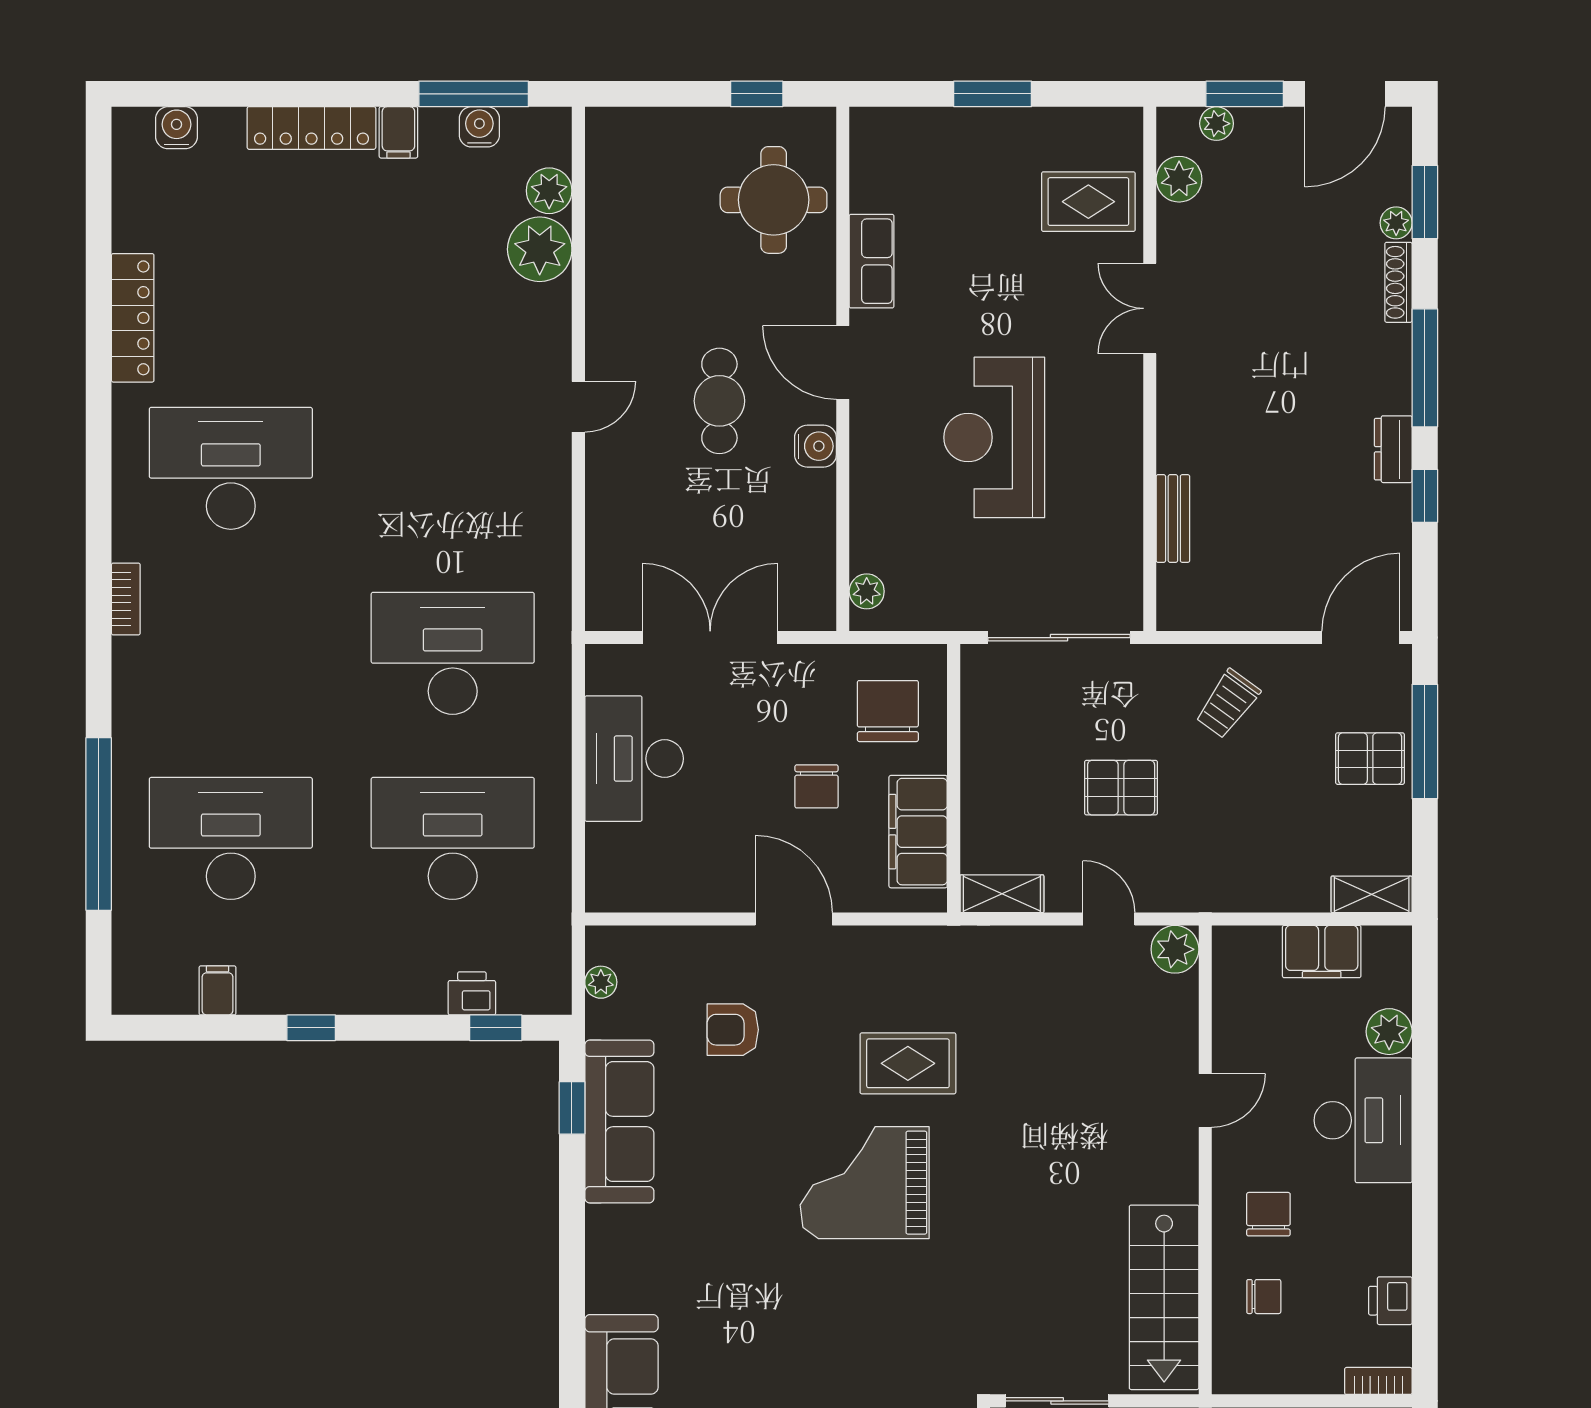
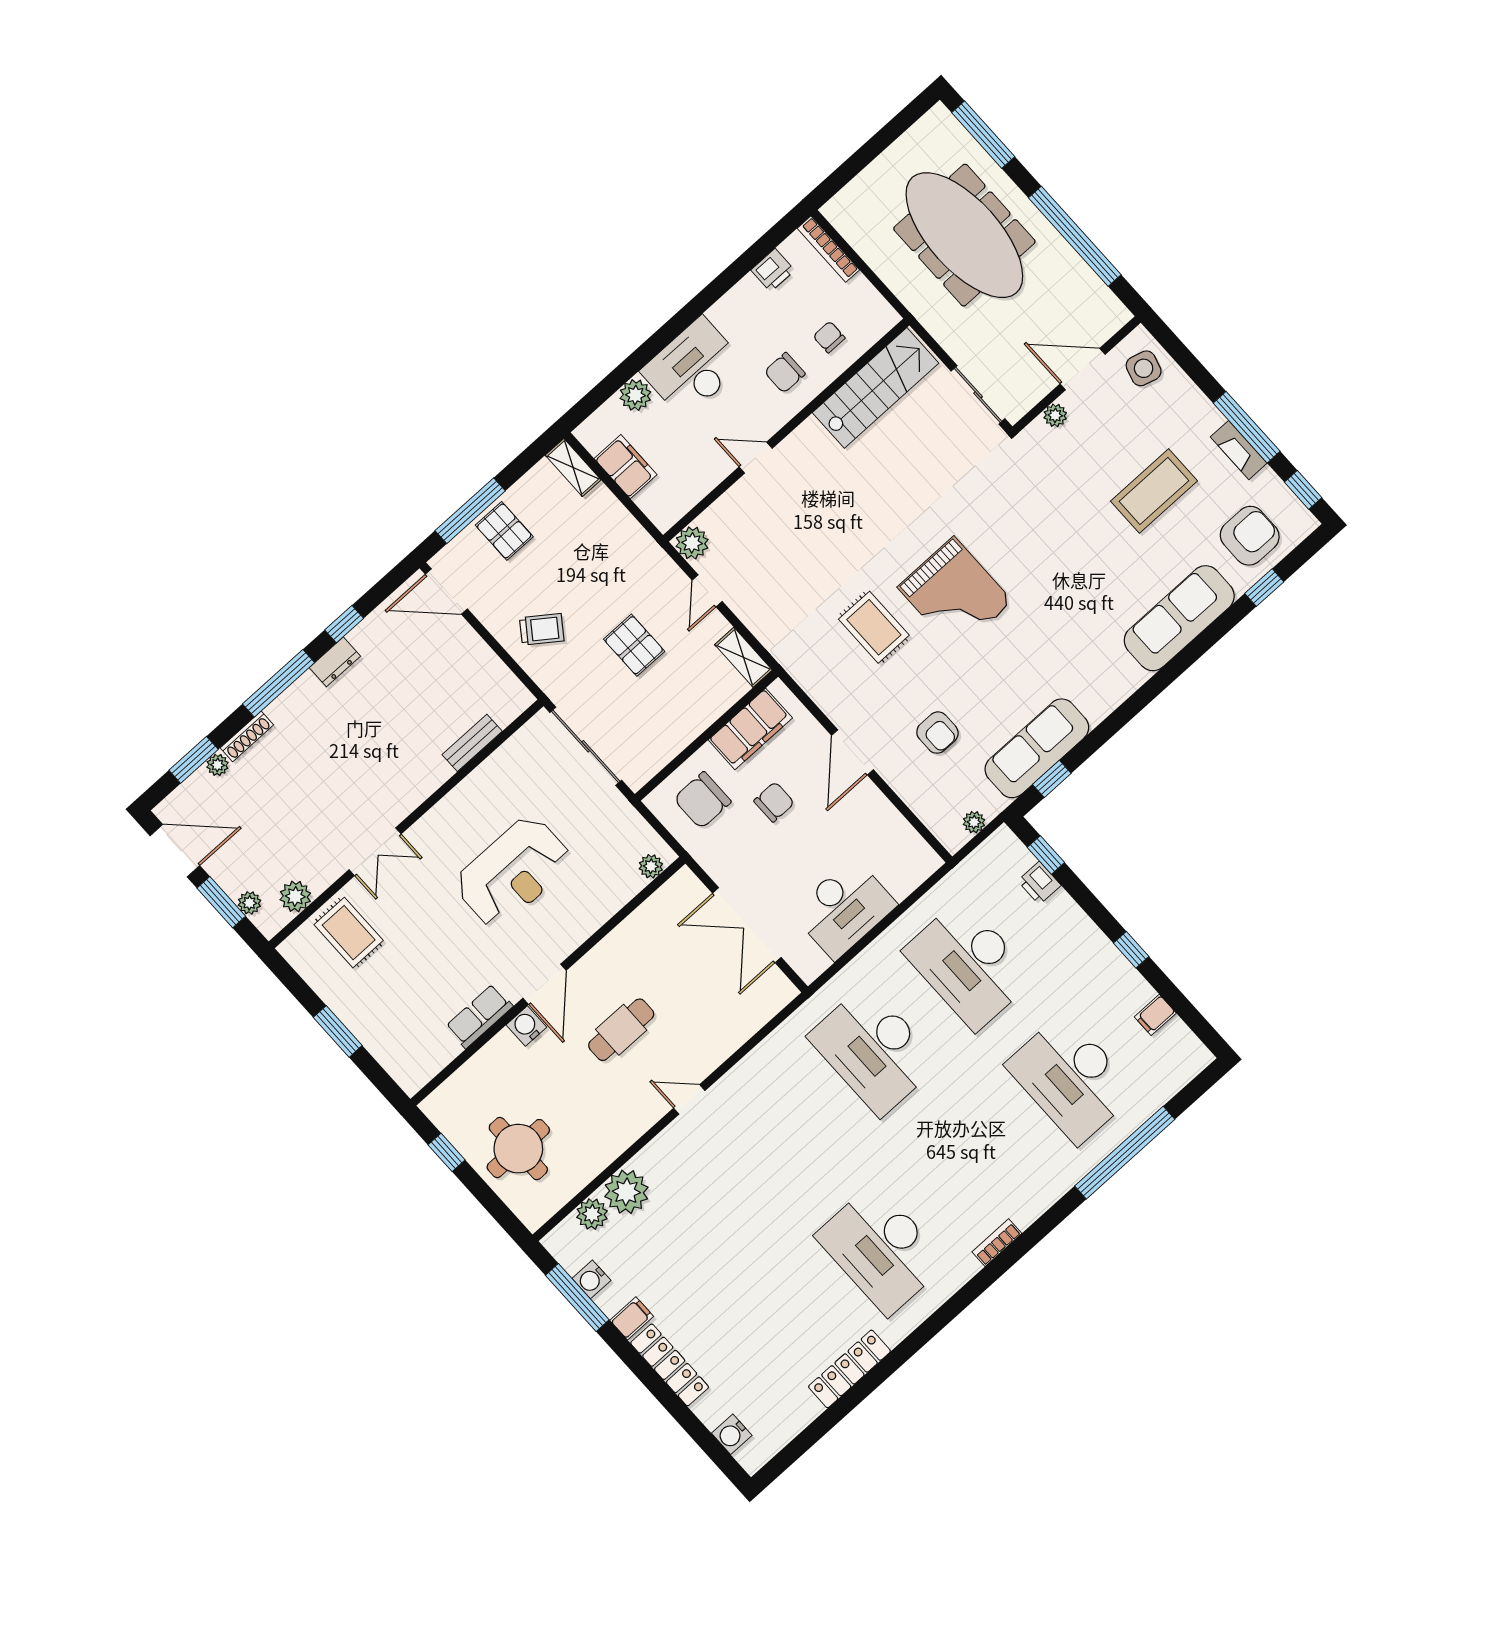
round table: (774, 200) -> (518, 1149), moved
water cooler: (815, 446) -> (526, 1026), moved
bookcase: (1378, 1381) -> (828, 249), width x1.56

